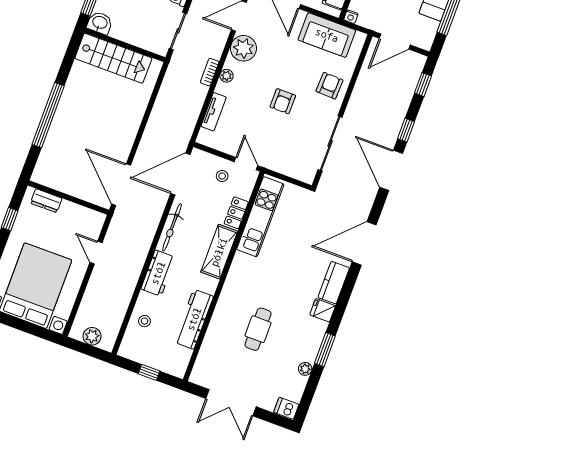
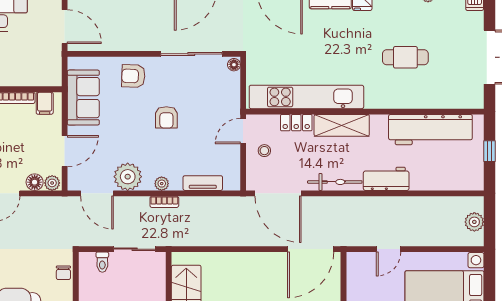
nightstand: (351, 17) -> (56, 80), removed
armchair: (283, 101) -> (166, 117), turned 90
floor lamp: (307, 177) -> (234, 65), added
kitchen unit: (260, 217) -> (306, 97), width x1.36
workbench: (194, 319) -> (430, 130), width x1.36, depth x1.32
stool: (144, 321) -> (440, 175), removed

